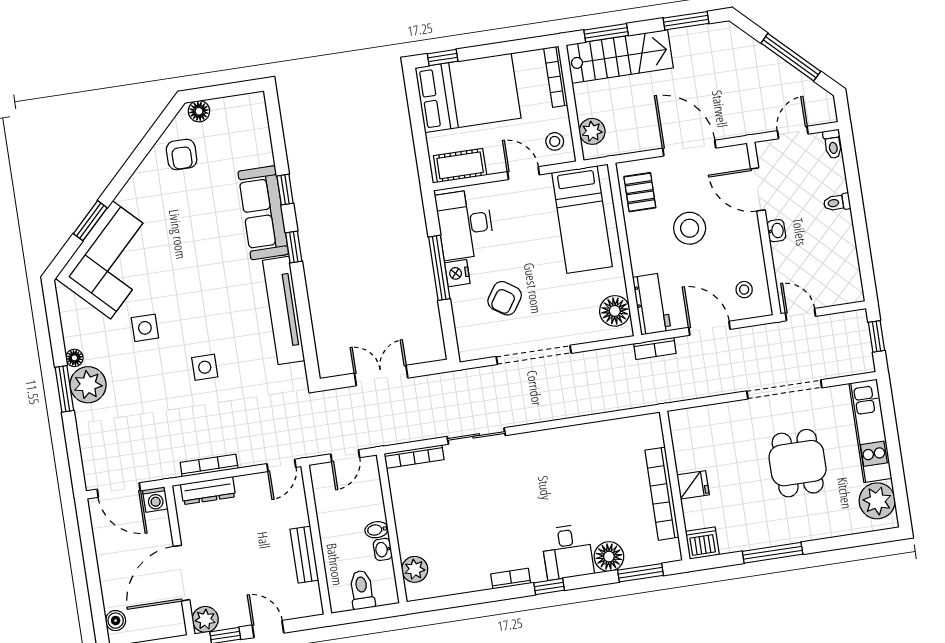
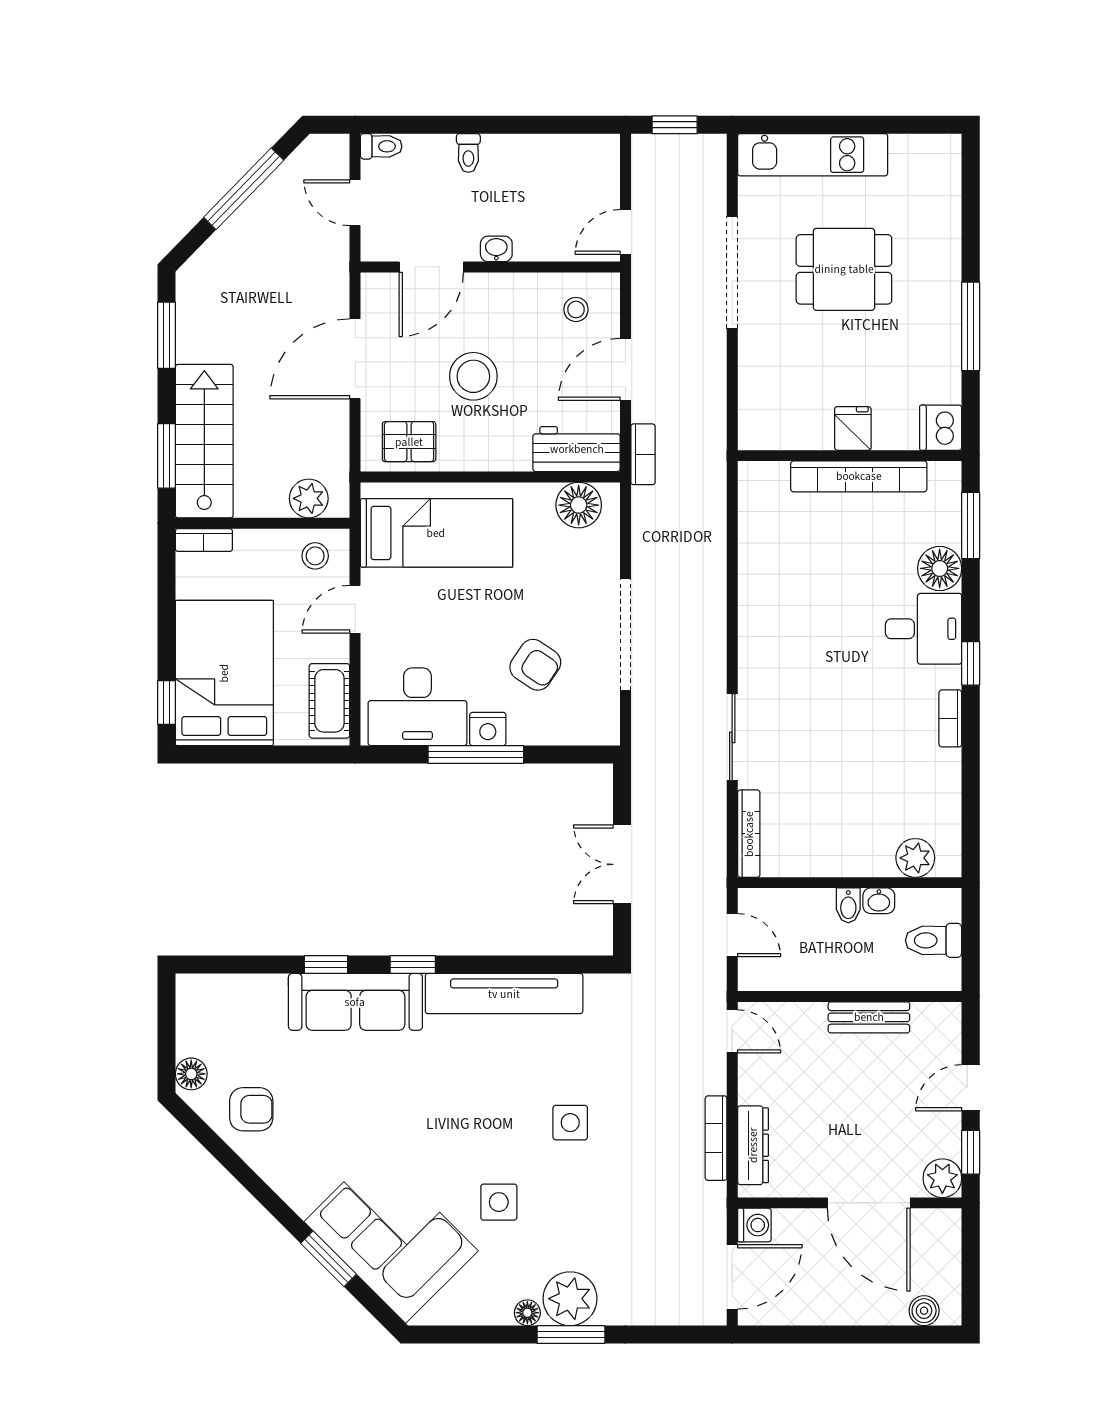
bookcase: (556, 77) -> (204, 540), width x0.64
plant: (877, 501) -> (917, 160), removed

